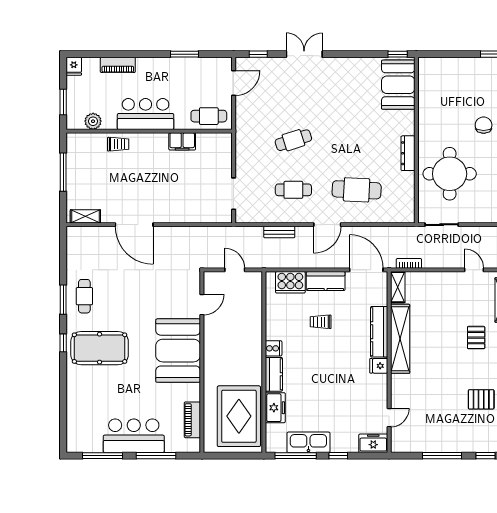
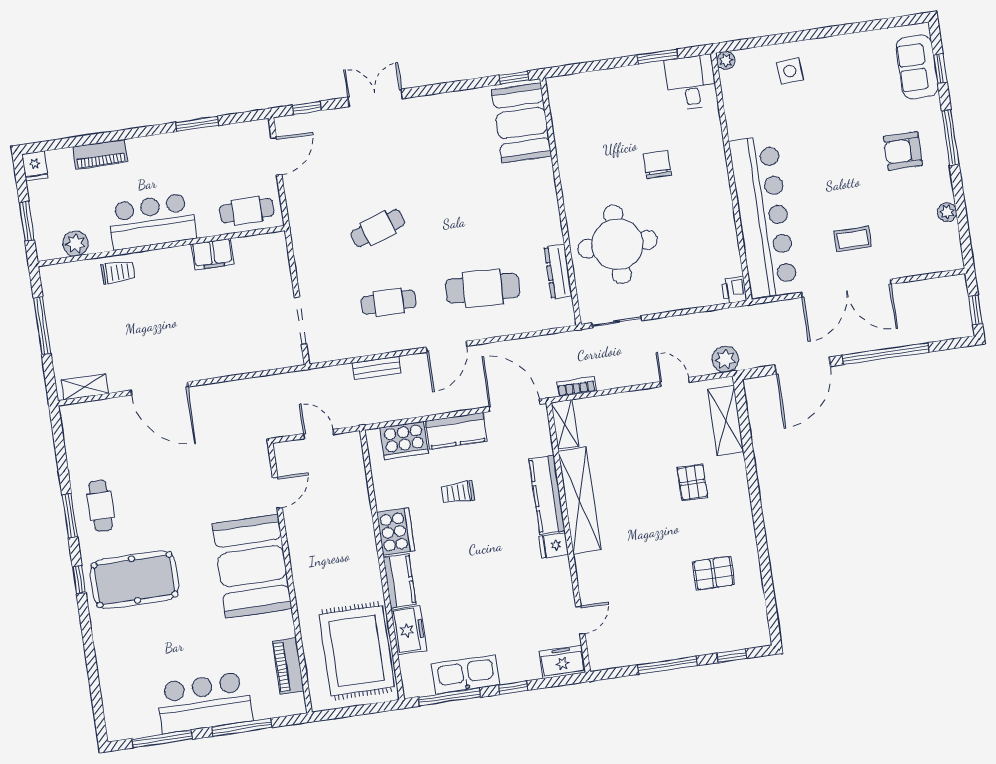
dresser: (408, 153) -> (558, 272), moved
cooker: (274, 348) -> (396, 532), width x1.87, depth x1.31

